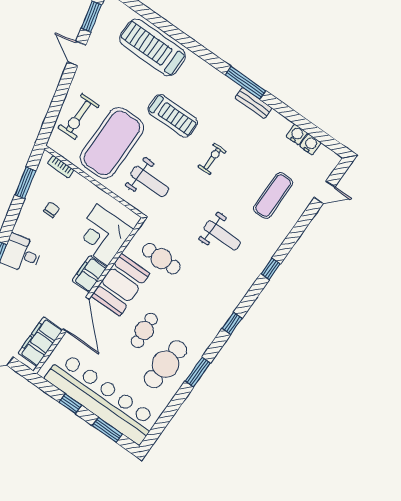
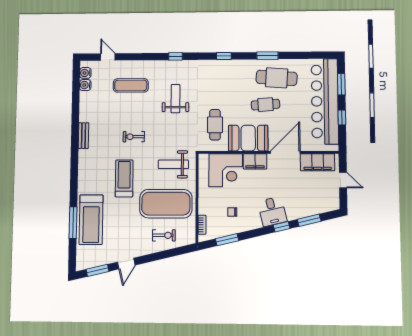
window: (245, 83) -> (73, 223), moved
exercise bike: (79, 117) -> (164, 235), width x0.73, depth x0.72
water cooler: (297, 134) -> (85, 73), moved
weight bench: (150, 182) -> (173, 164), turned -90

